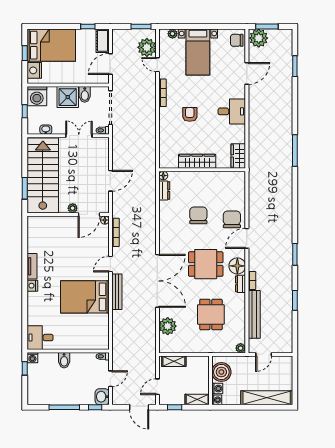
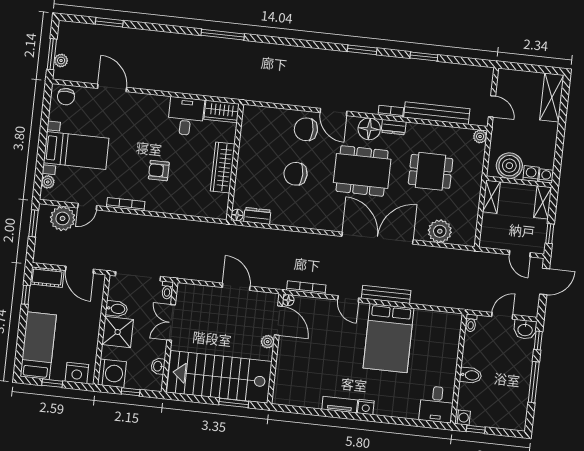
plant: (259, 38) -> (61, 60), width x0.53, depth x0.53
bed: (51, 45) -> (38, 346), width x0.67
desk: (232, 111) -> (186, 116), moved
dining table: (206, 264) -> (362, 171), width x1.38
shelving: (174, 361) -> (491, 197), moved
door: (110, 379) -> (502, 316), hinge flipped
shelving: (267, 398) -> (552, 98), width x0.68

